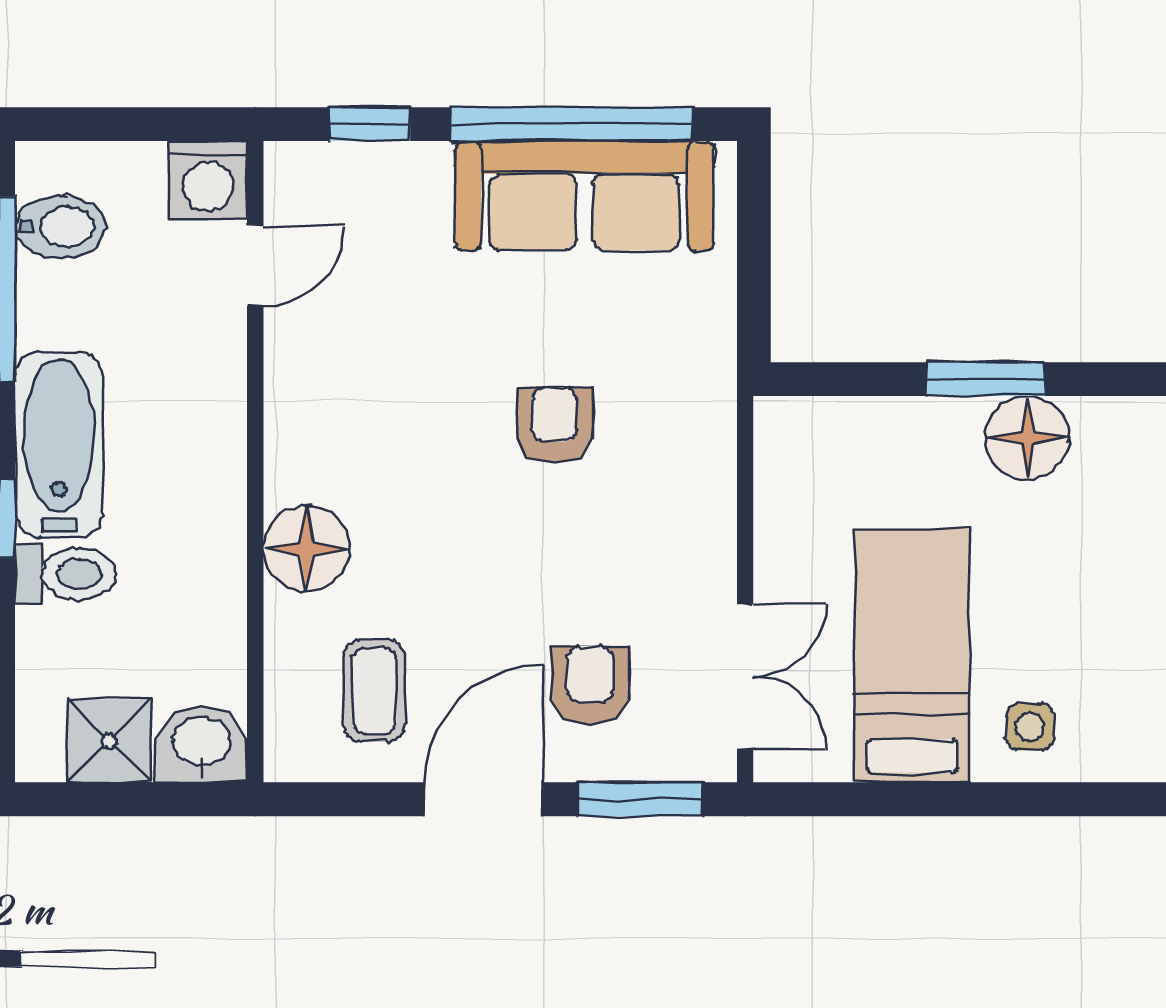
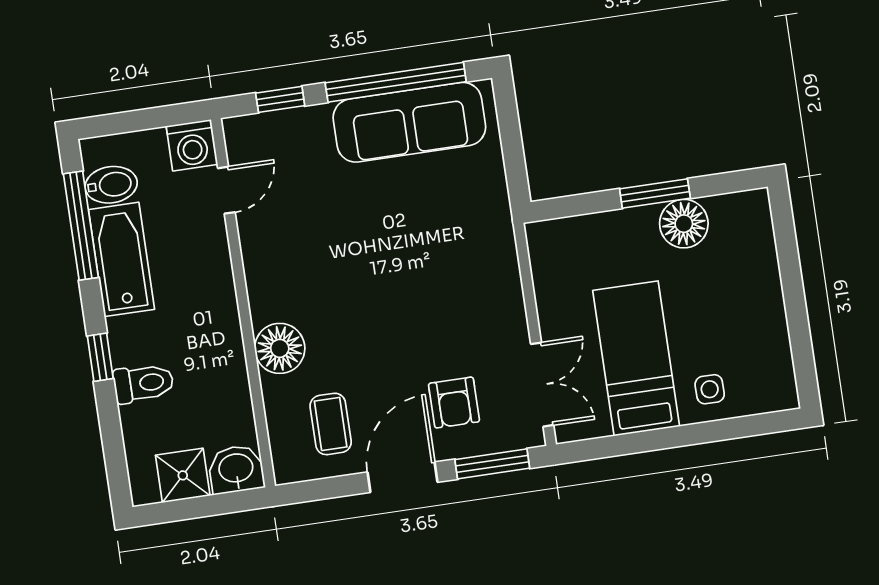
armchair: (554, 425) -> (411, 256), removed
bathtub: (59, 444) -> (121, 259), moved
armchair: (590, 685) -> (454, 403), turned 180

